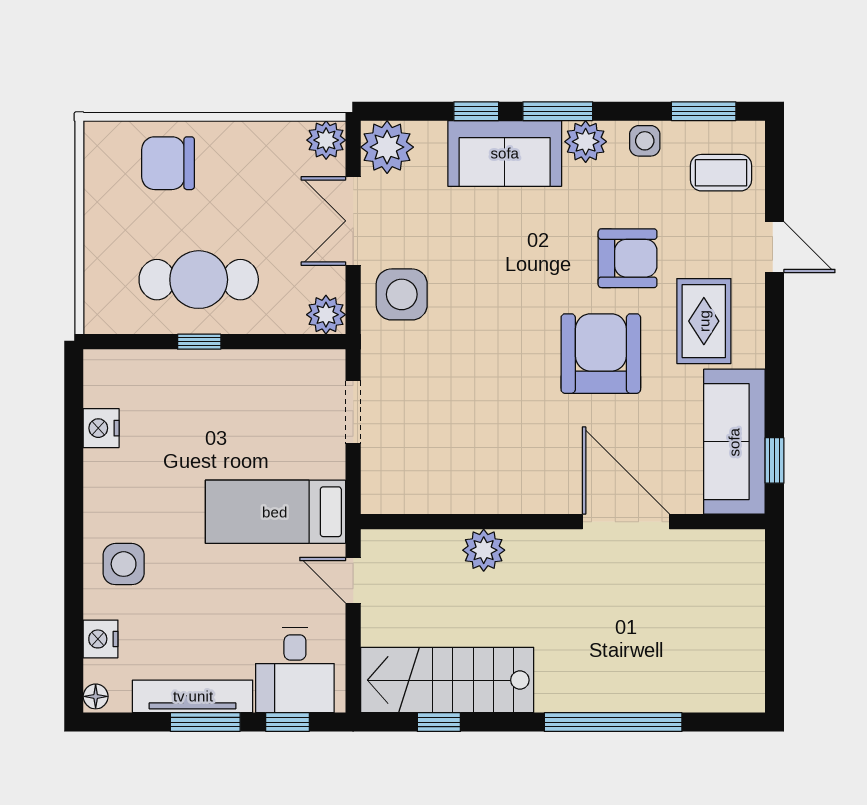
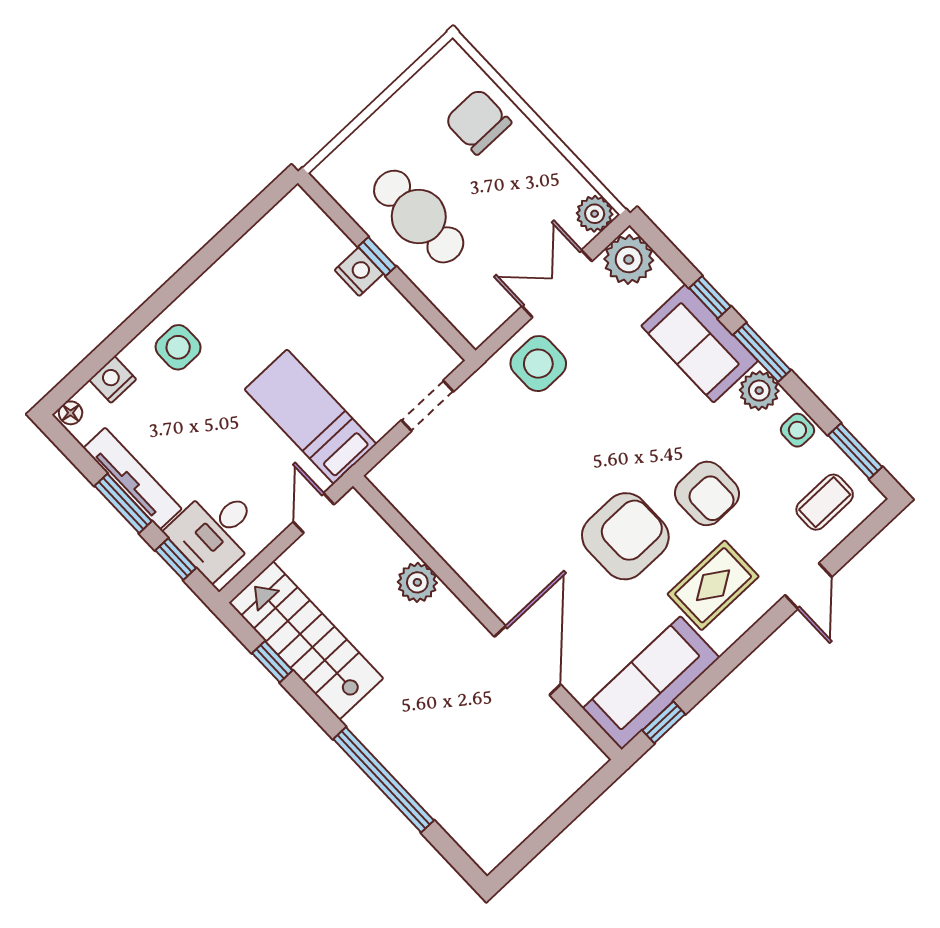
coffee table: (721, 173) -> (825, 502), turned 90
plant: (326, 315) -> (476, 325), removed
nightstand: (101, 428) -> (359, 272), moved, turned 90

